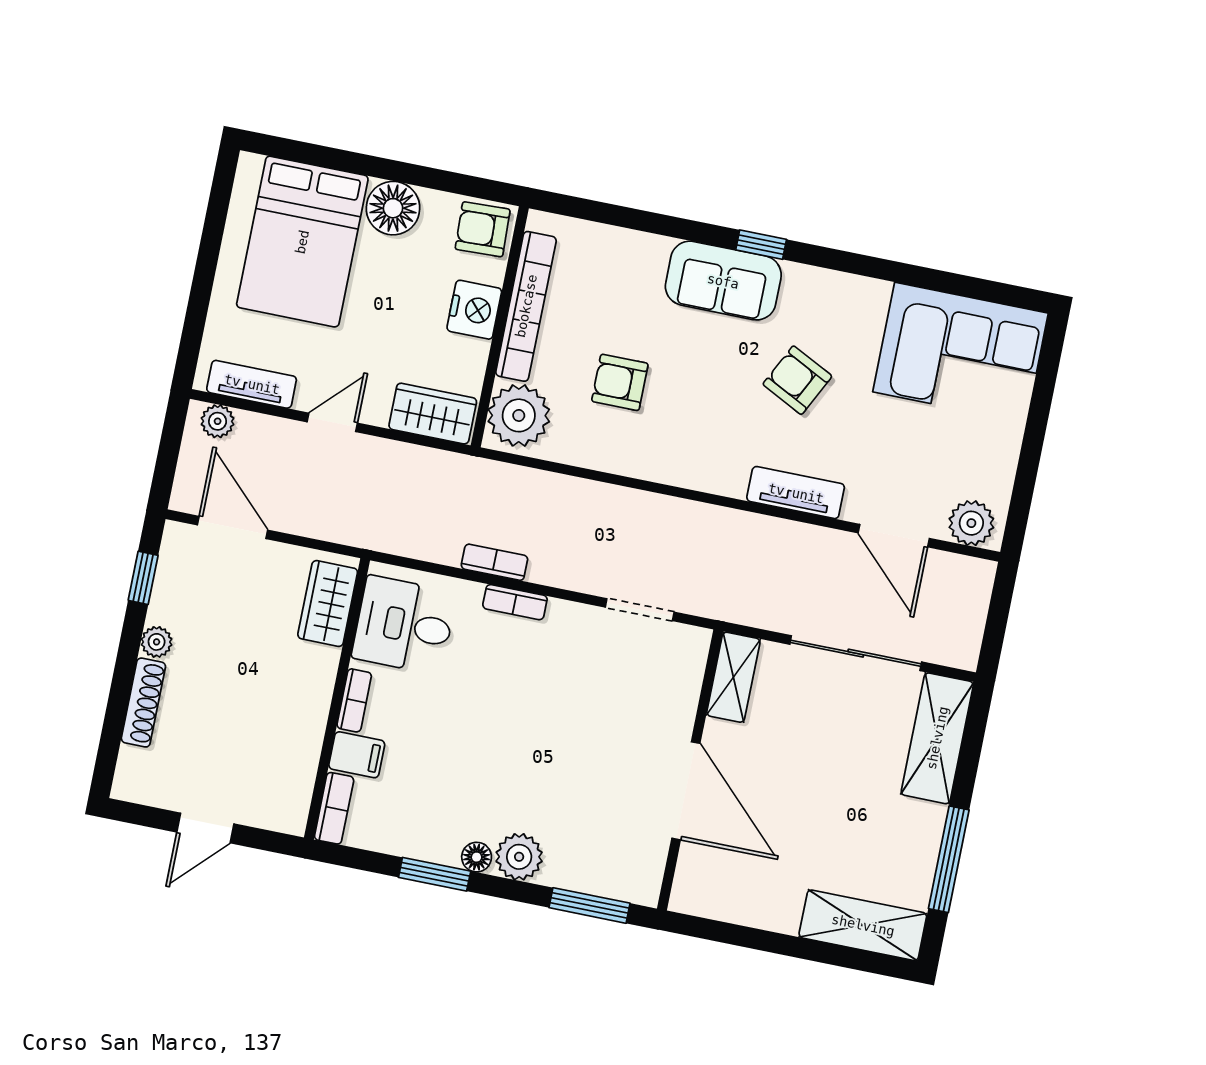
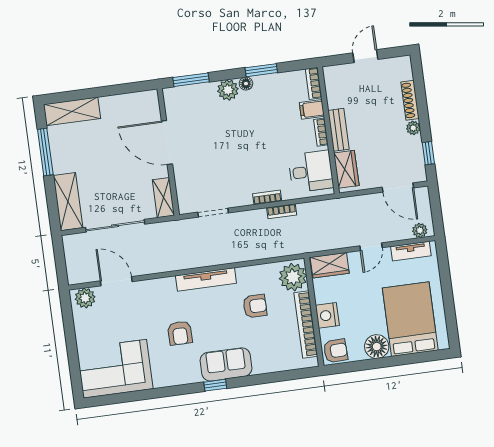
armchair: (797, 380) -> (180, 333), turned 63
tv unit: (796, 493) -> (206, 279), moved, width x1.41
bench: (315, 692) -> (339, 130), added

